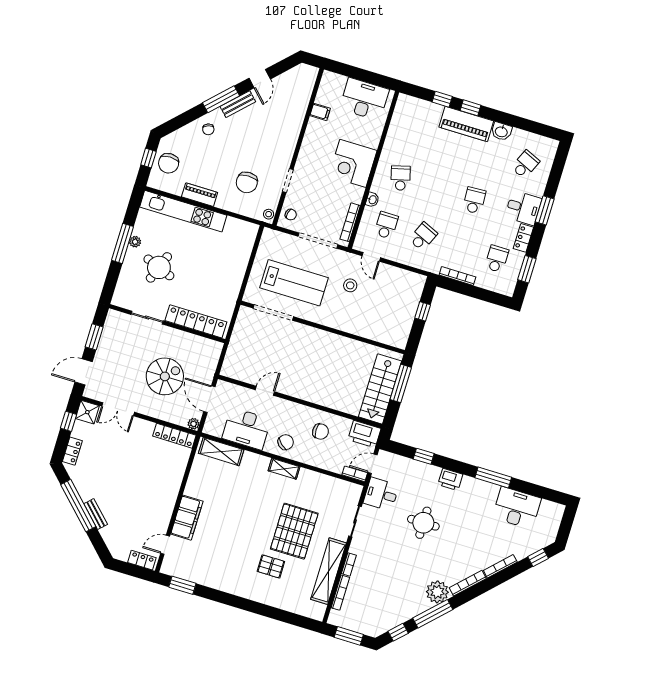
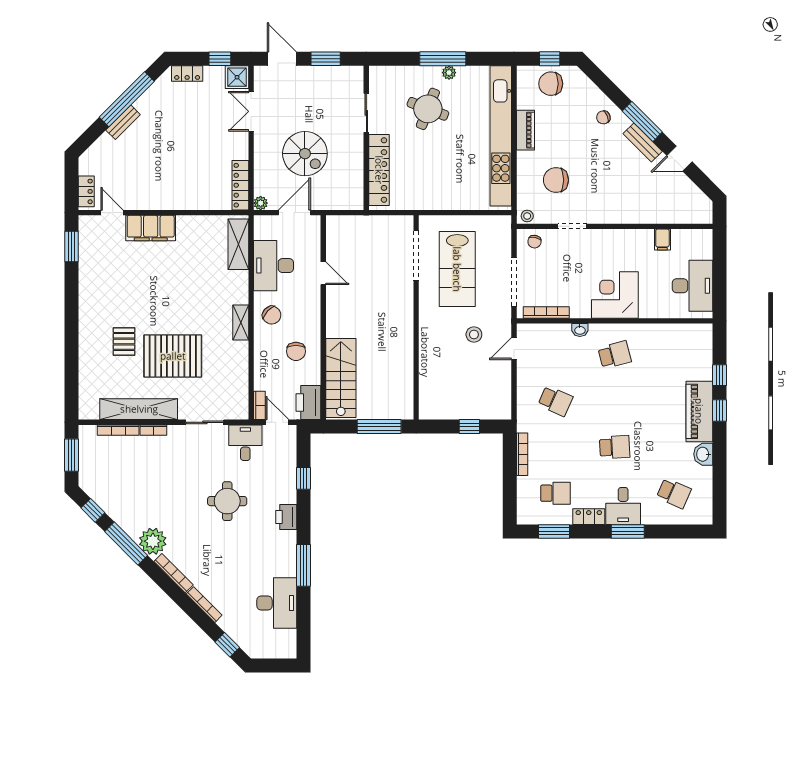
kitchen unit: (183, 211) -> (501, 136), width x1.36
school desk: (386, 225) -> (555, 355), removed
stairs: (380, 389) -> (341, 378), moved, turned 90

